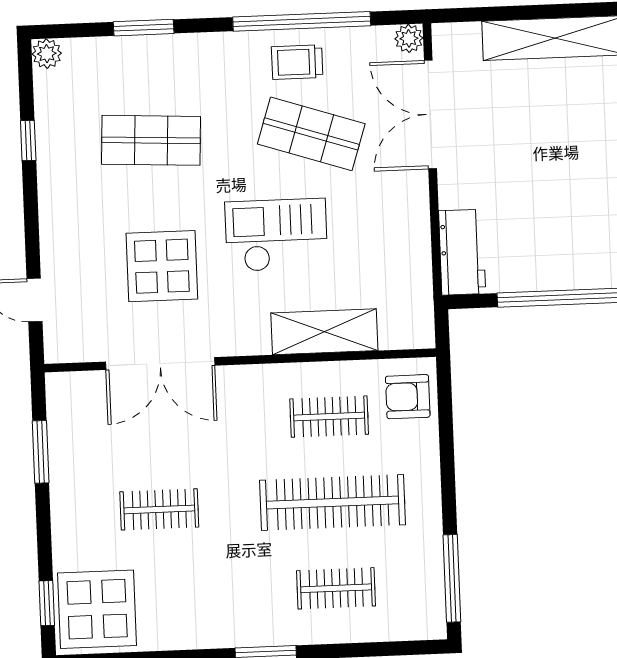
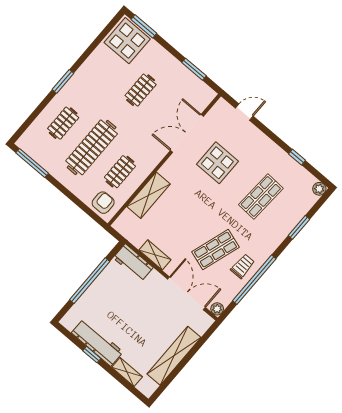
shelving: (415, 228) -> (155, 255), added
checkout: (276, 235) -> (194, 208), removed
window: (47, 603) -> (144, 26), width x1.50

